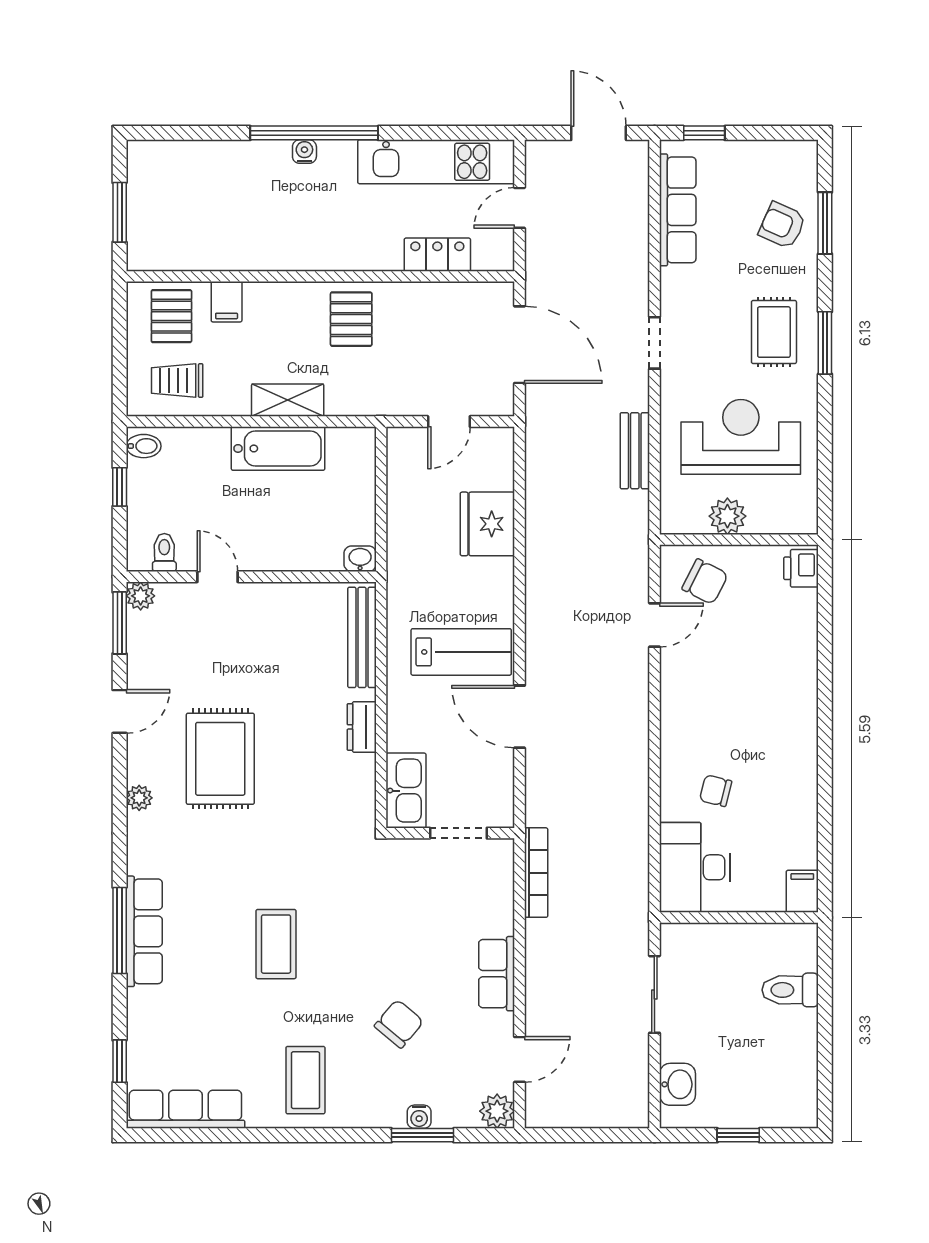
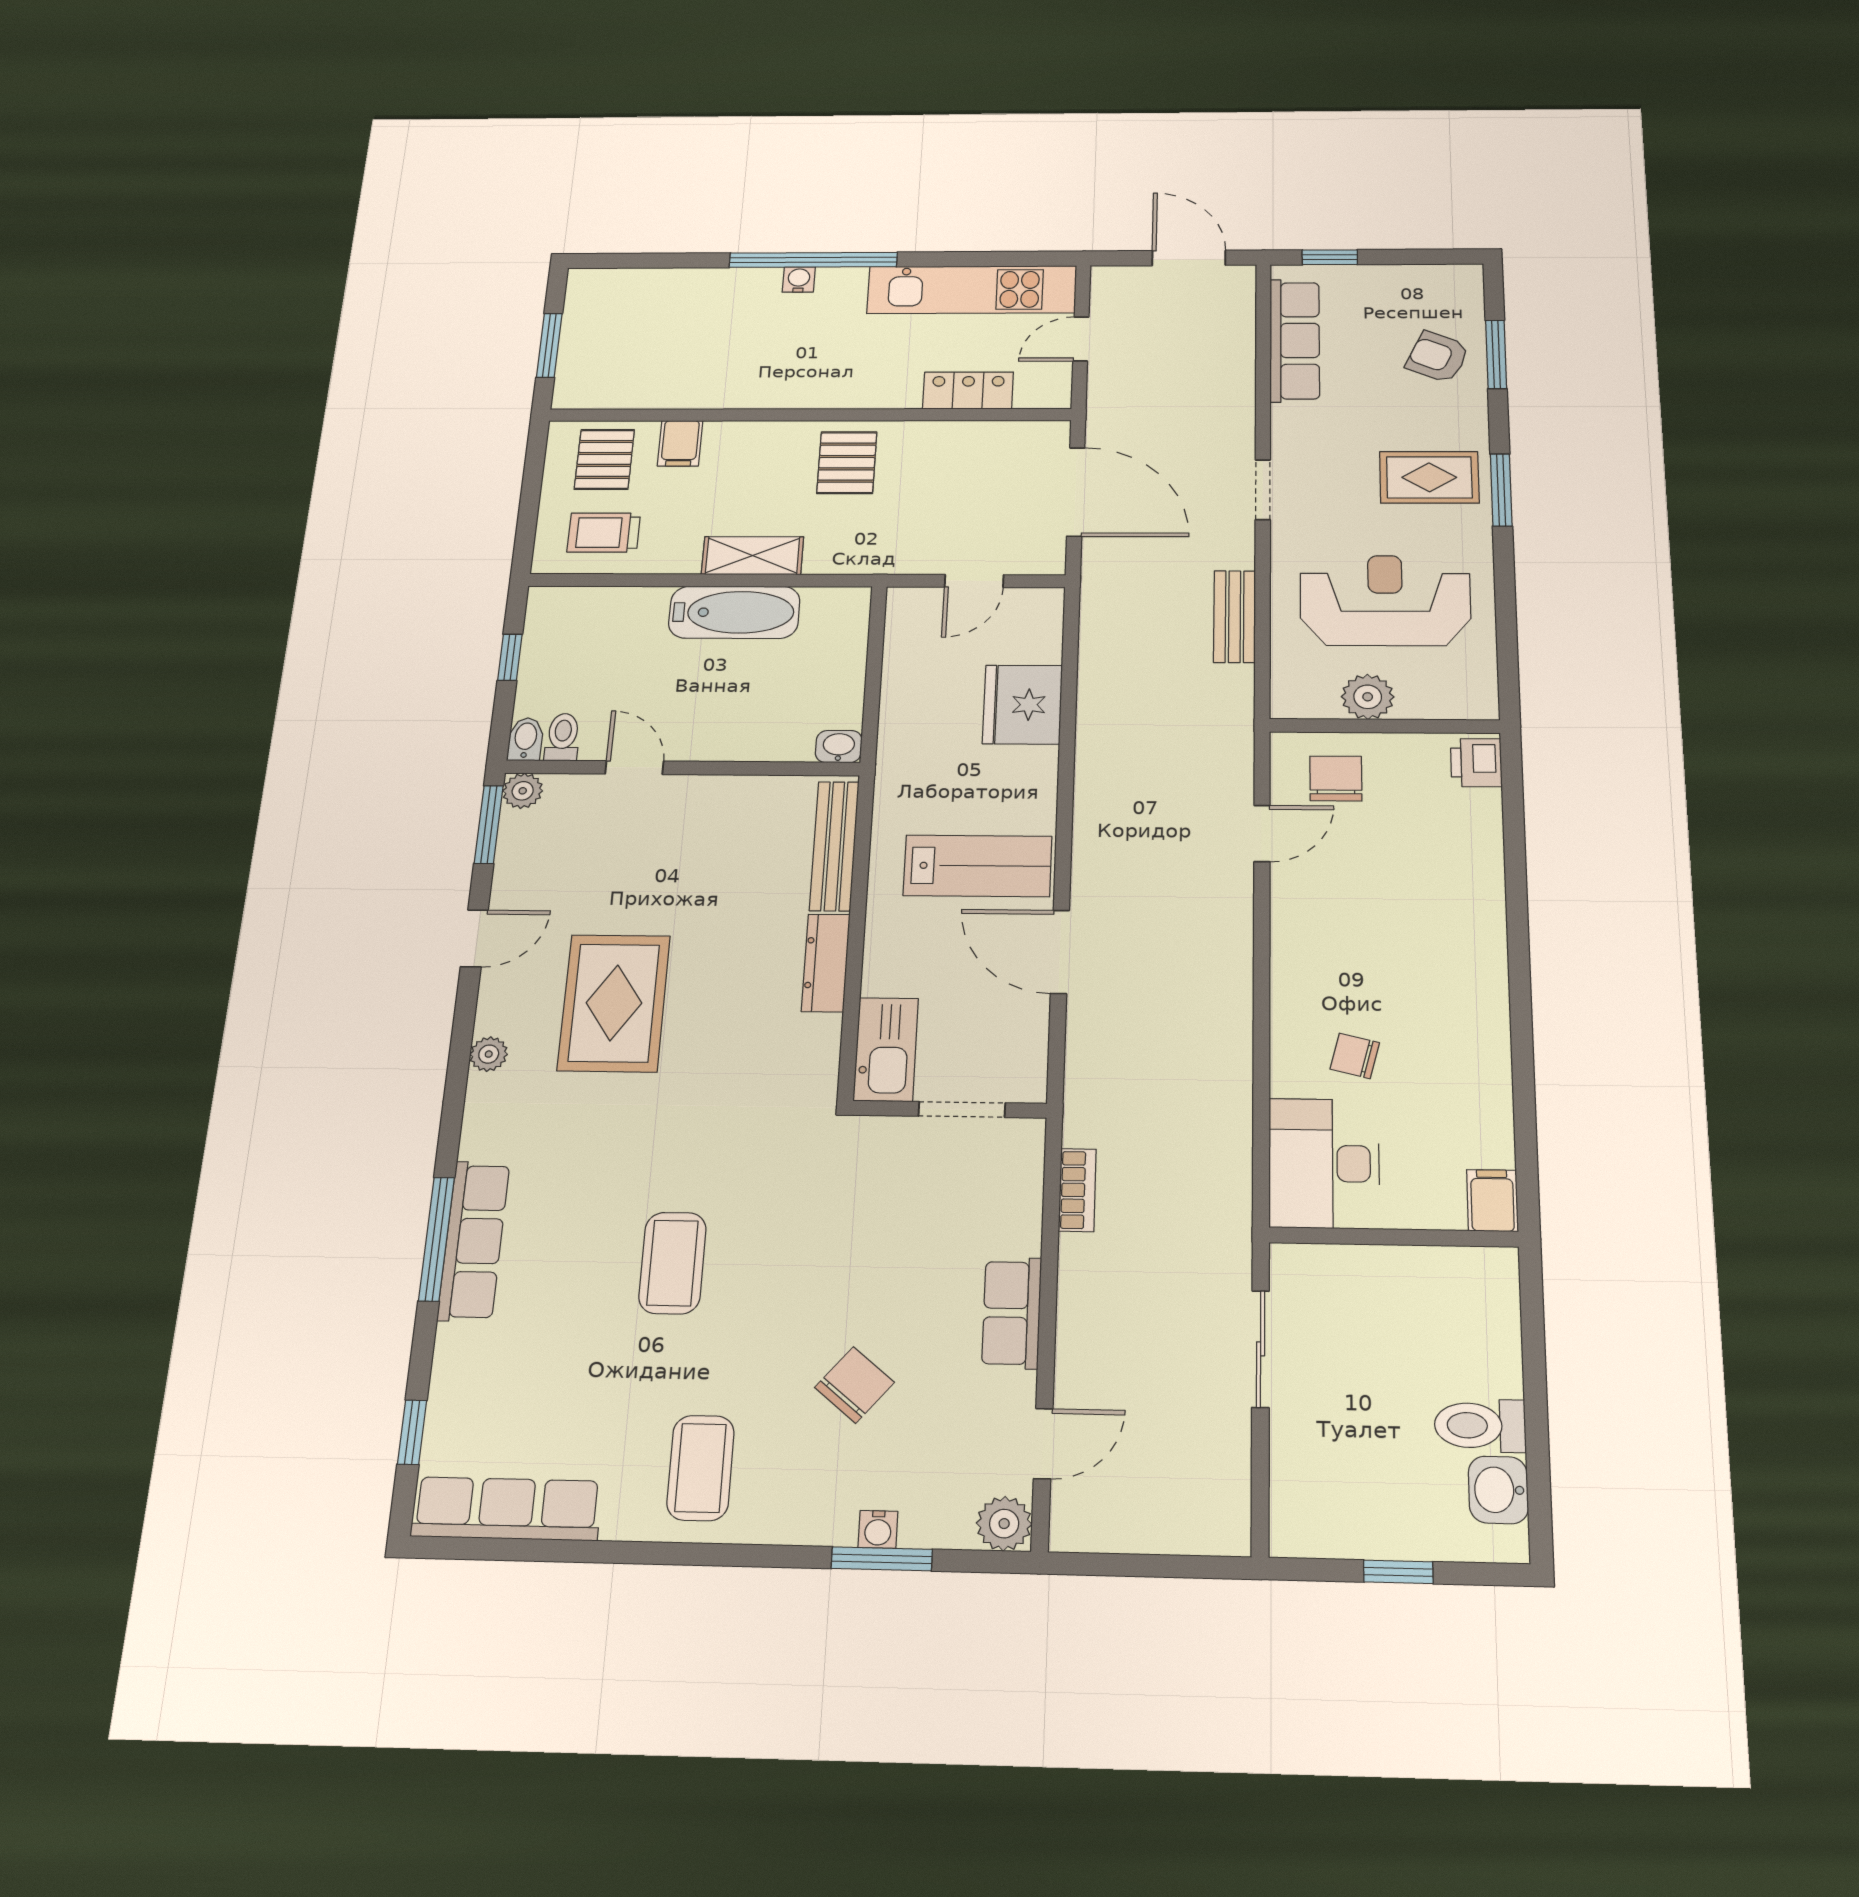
rug: (774, 332) -> (1429, 477), turned 90
bidet: (144, 446) -> (526, 739), moved, turned -90
chair: (705, 582) -> (1336, 778), turned -117
dresser: (362, 727) -> (826, 963), width x1.44
bookcase: (536, 873) -> (1077, 1190), width x0.64
toilet: (790, 990) -> (1480, 1425), moved
washbasin: (677, 1084) -> (1498, 1490), moved, turned 180

